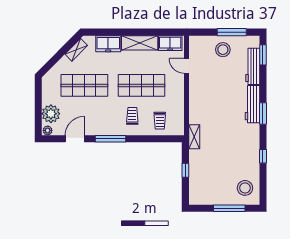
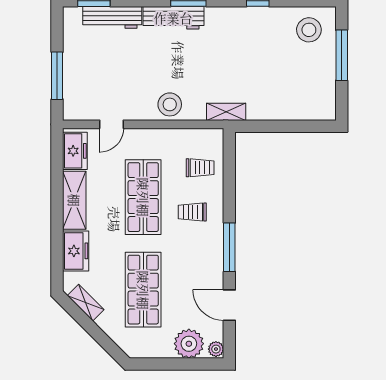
window: (232, 32) -> (57, 76), moved
stool: (223, 50) -> (170, 104), moved
window: (185, 170) -> (280, 126), removed

